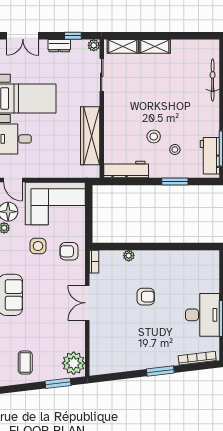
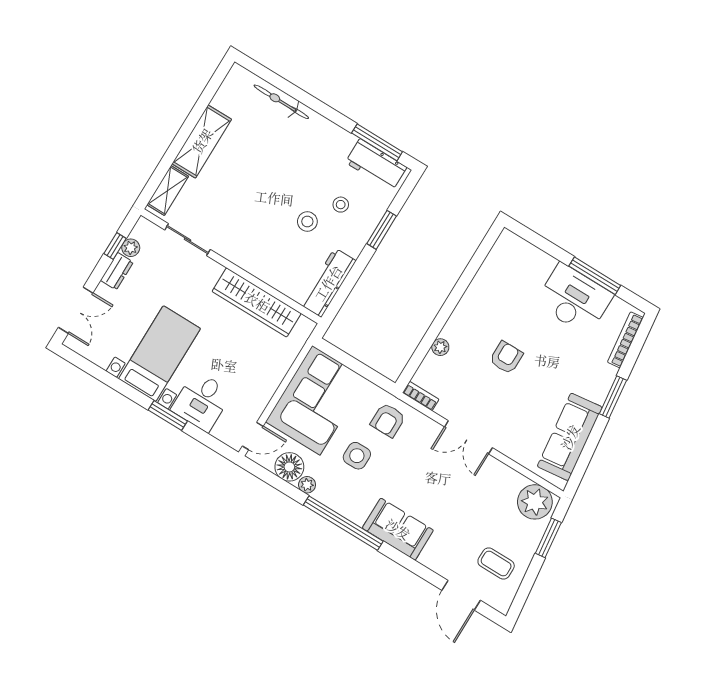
plant: (94, 45) -> (131, 248), moved
shelving: (155, 46) -> (202, 141), width x1.50, depth x1.33
sofa: (123, 360) -> (570, 437), added

